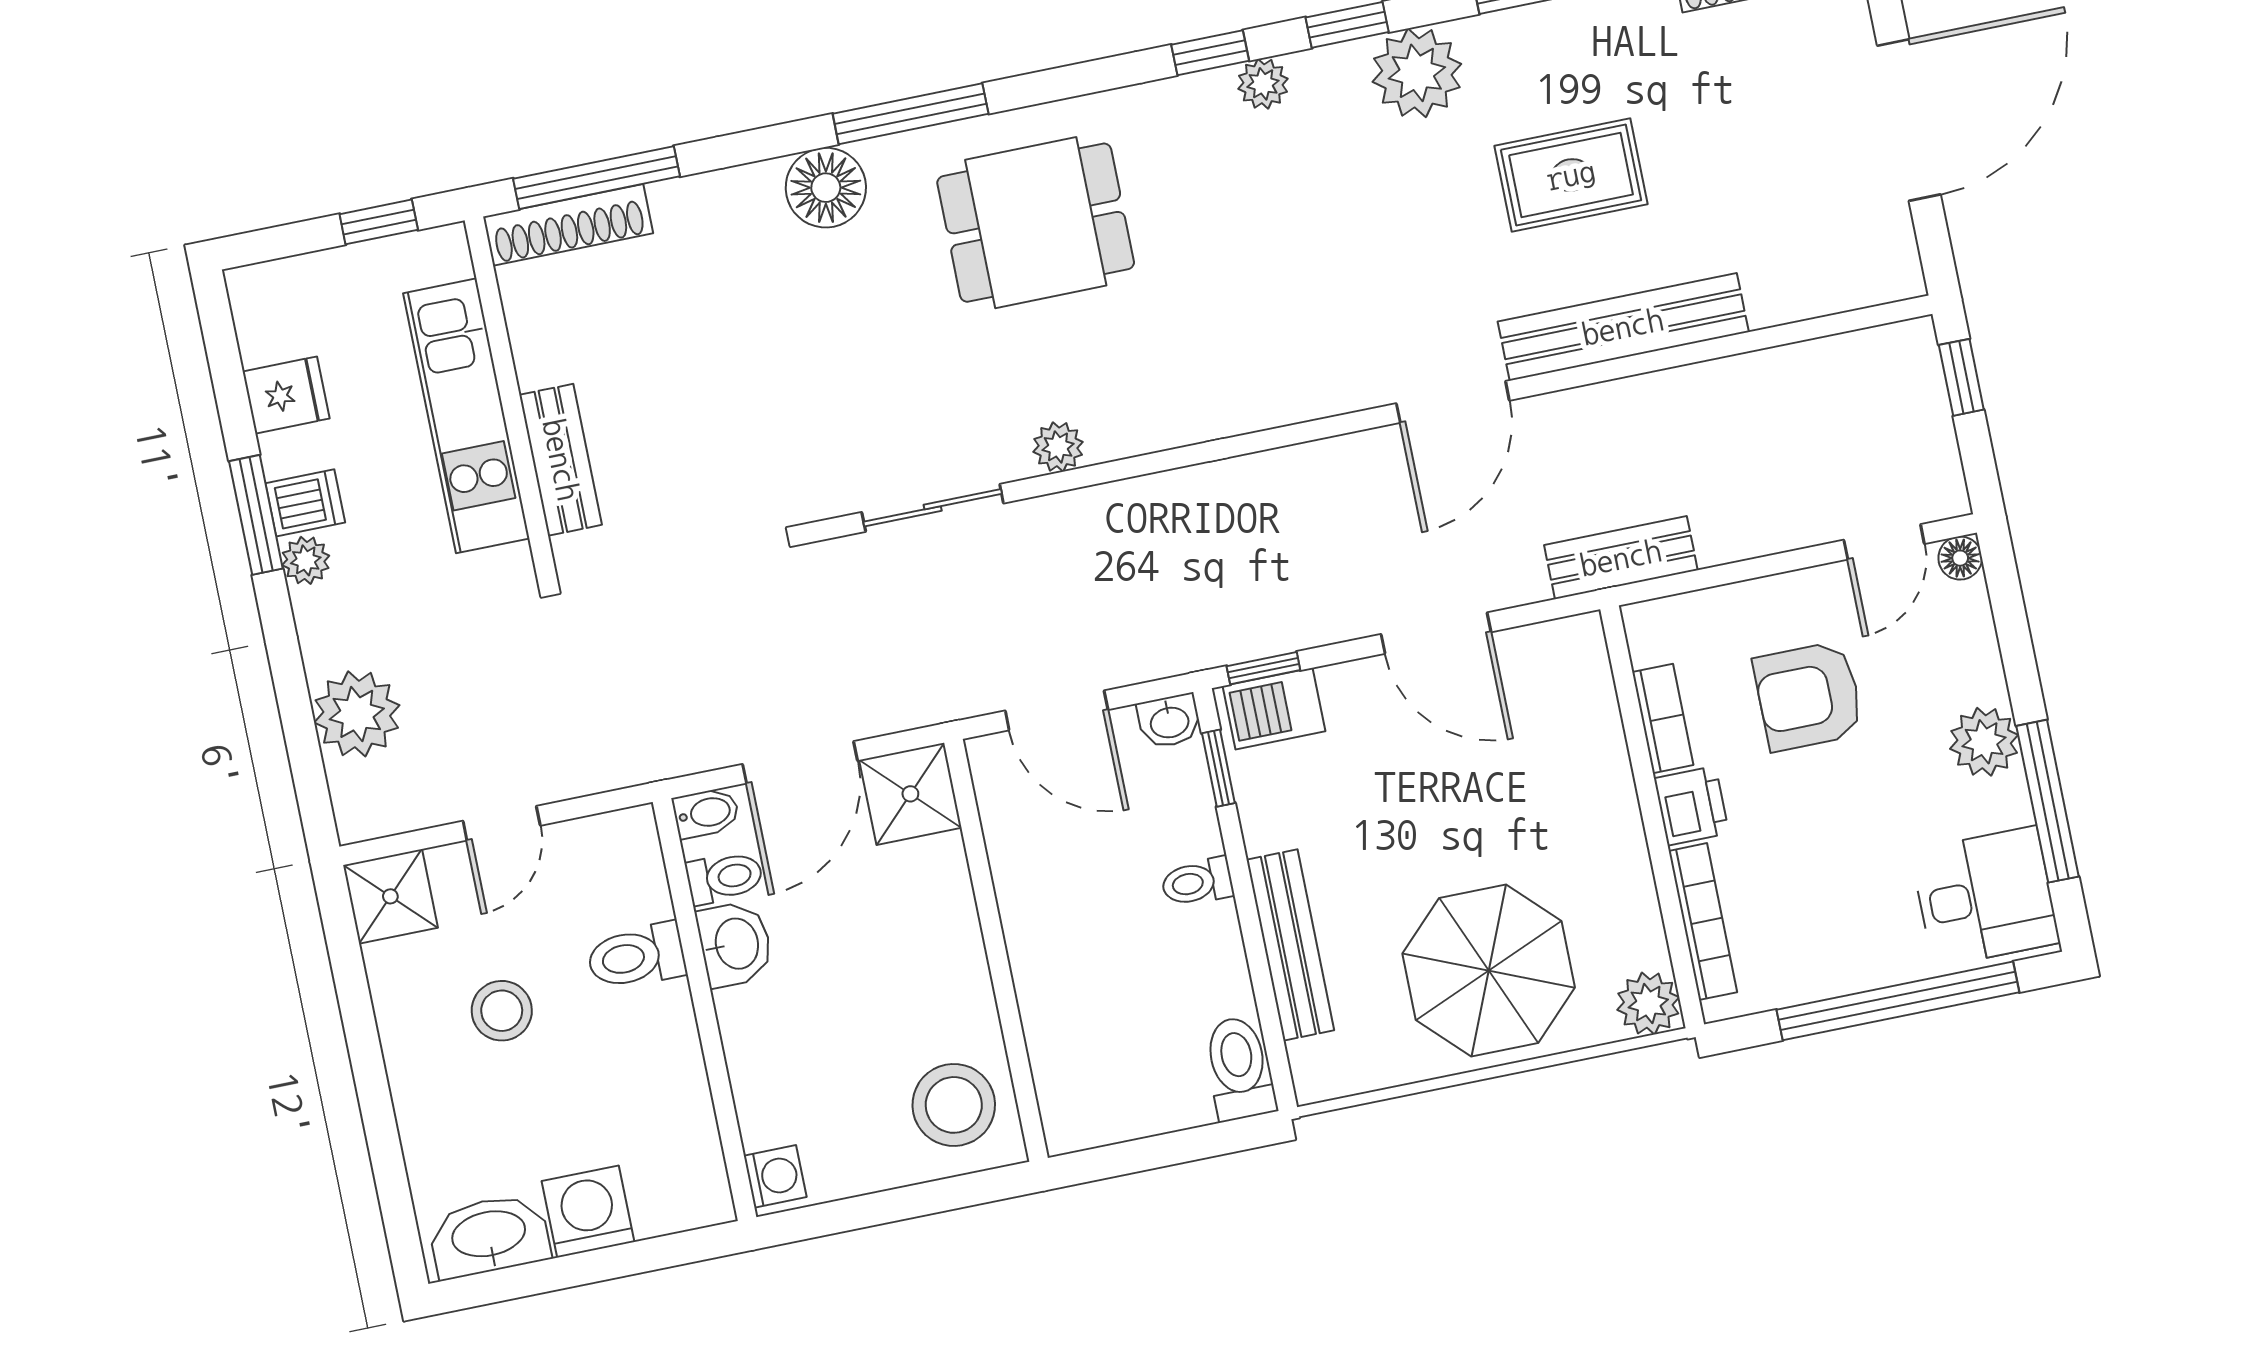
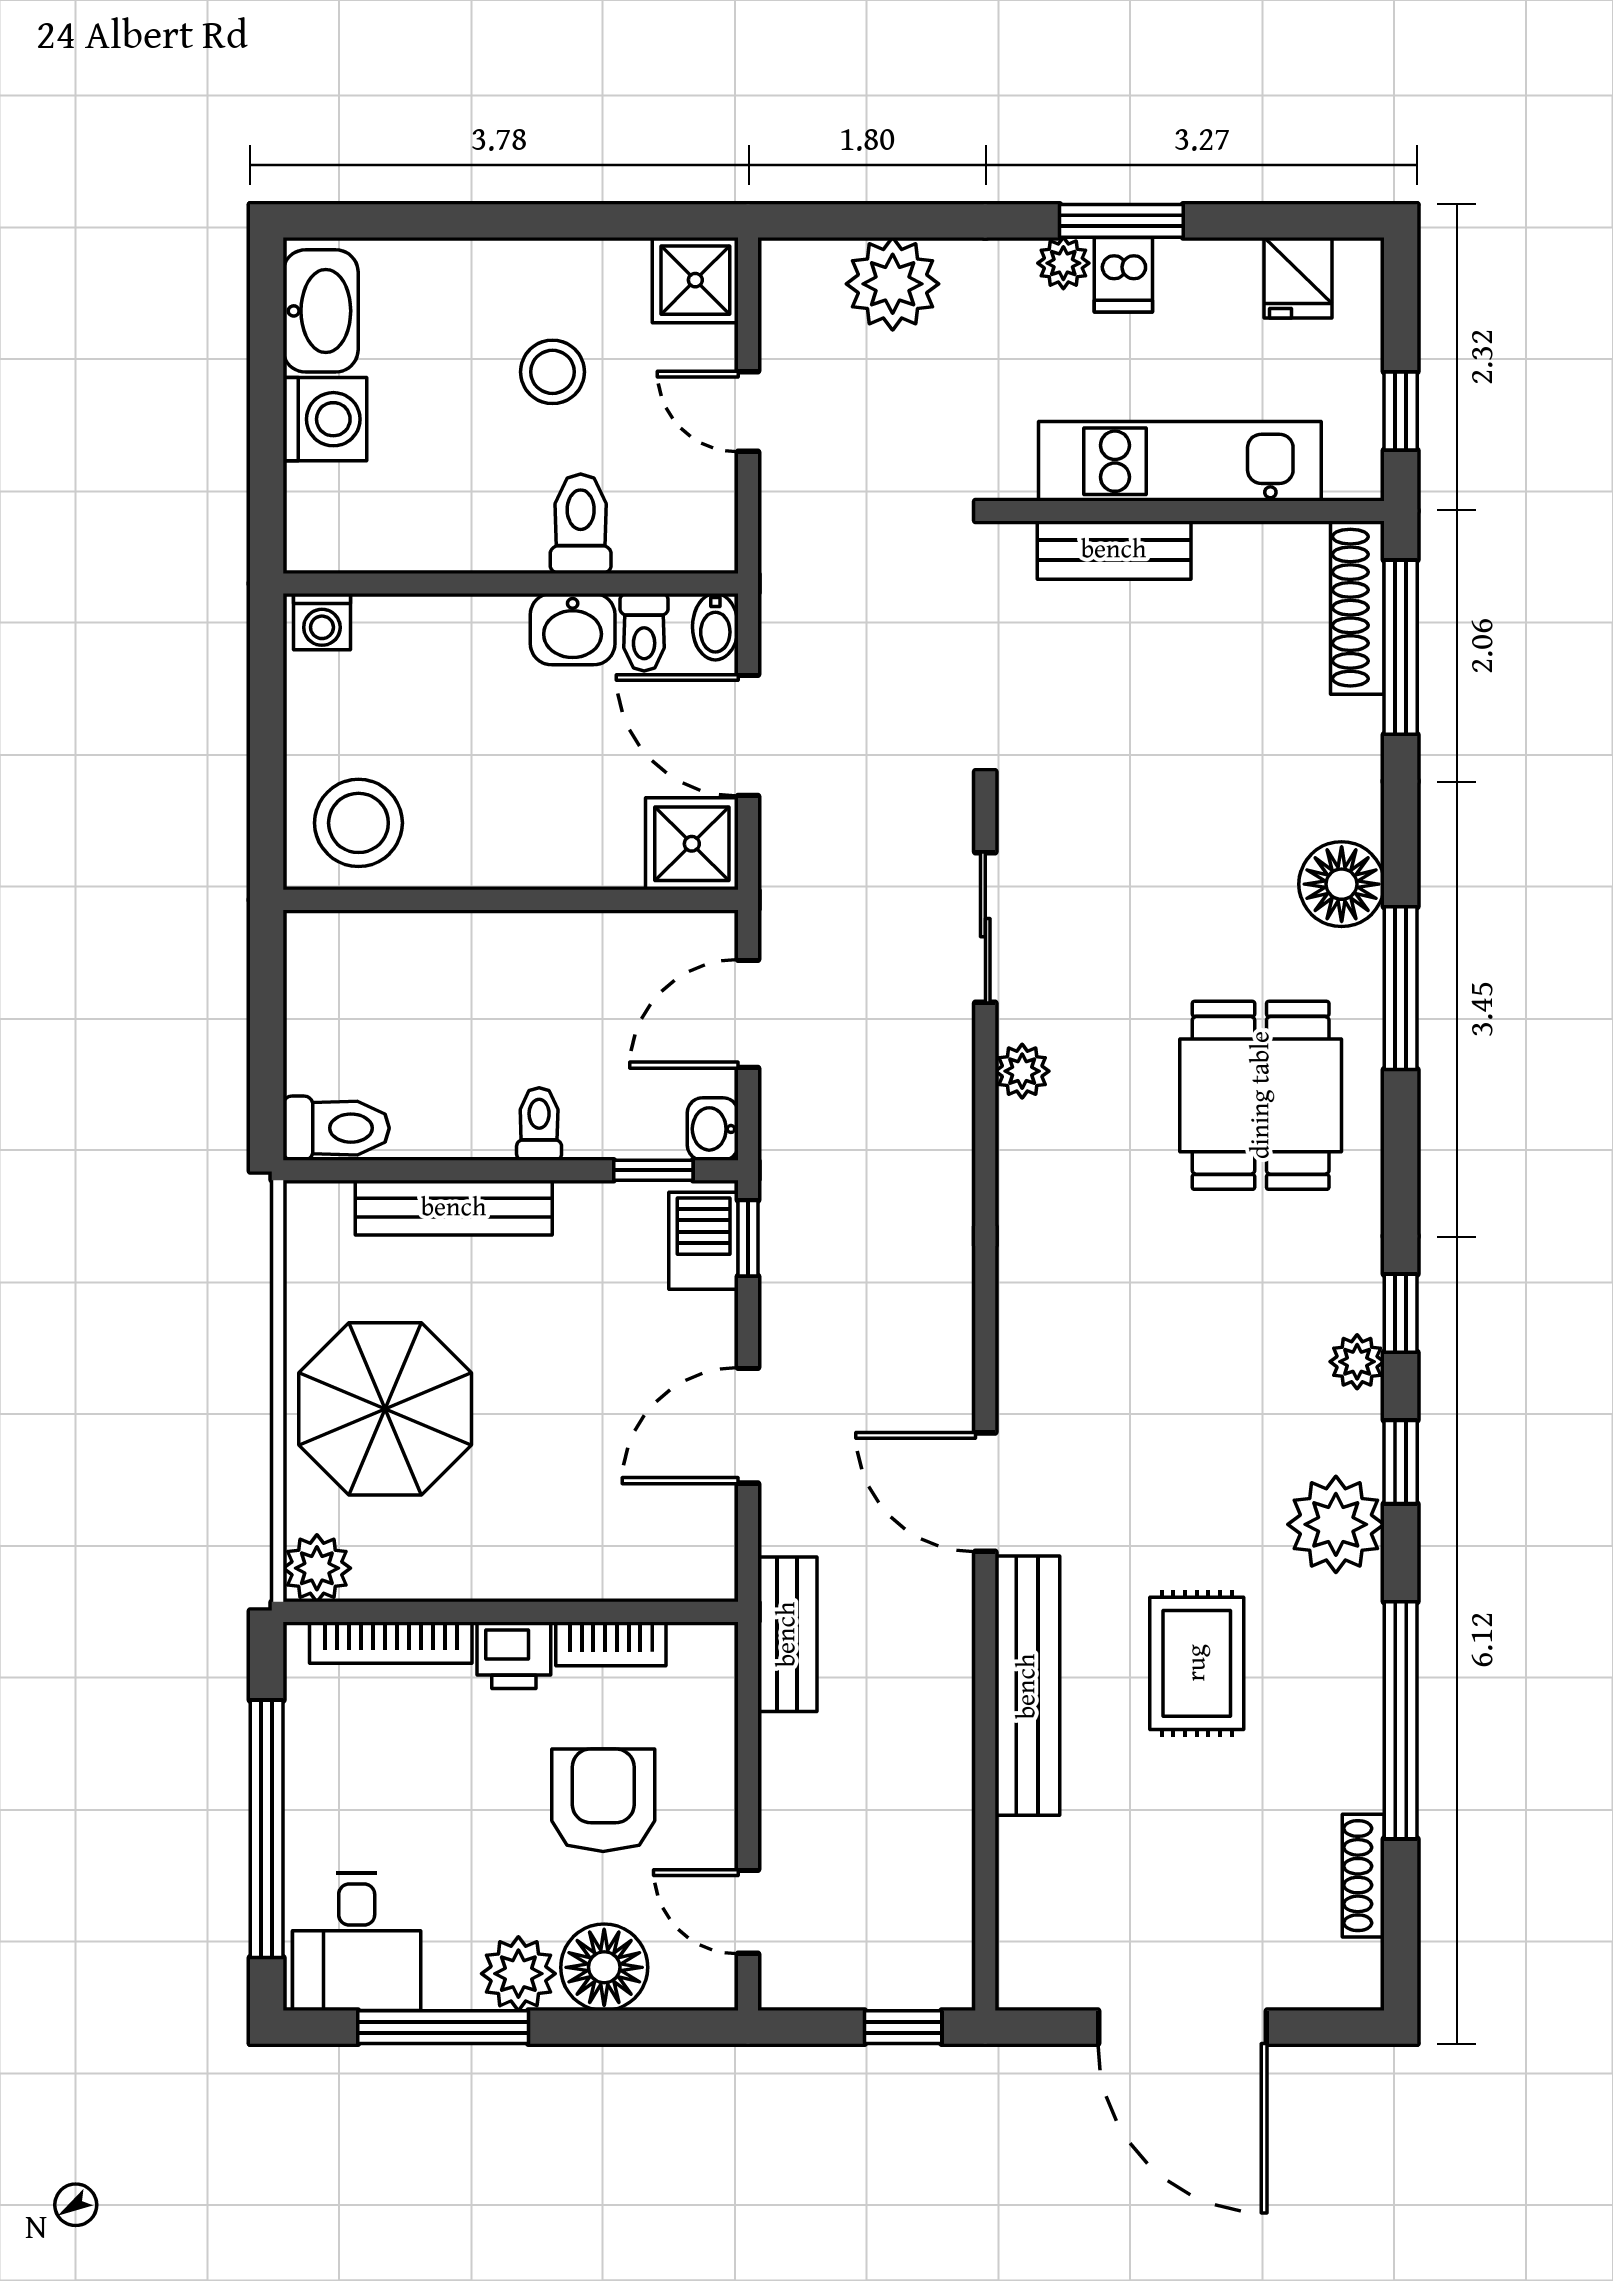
fridge: (286, 395) -> (1298, 278), moved
floor lamp: (1960, 558) -> (604, 1967), moved, width x1.89, depth x1.89

